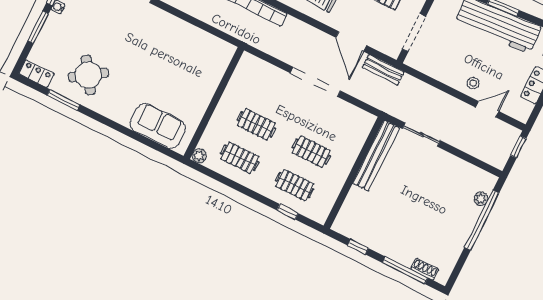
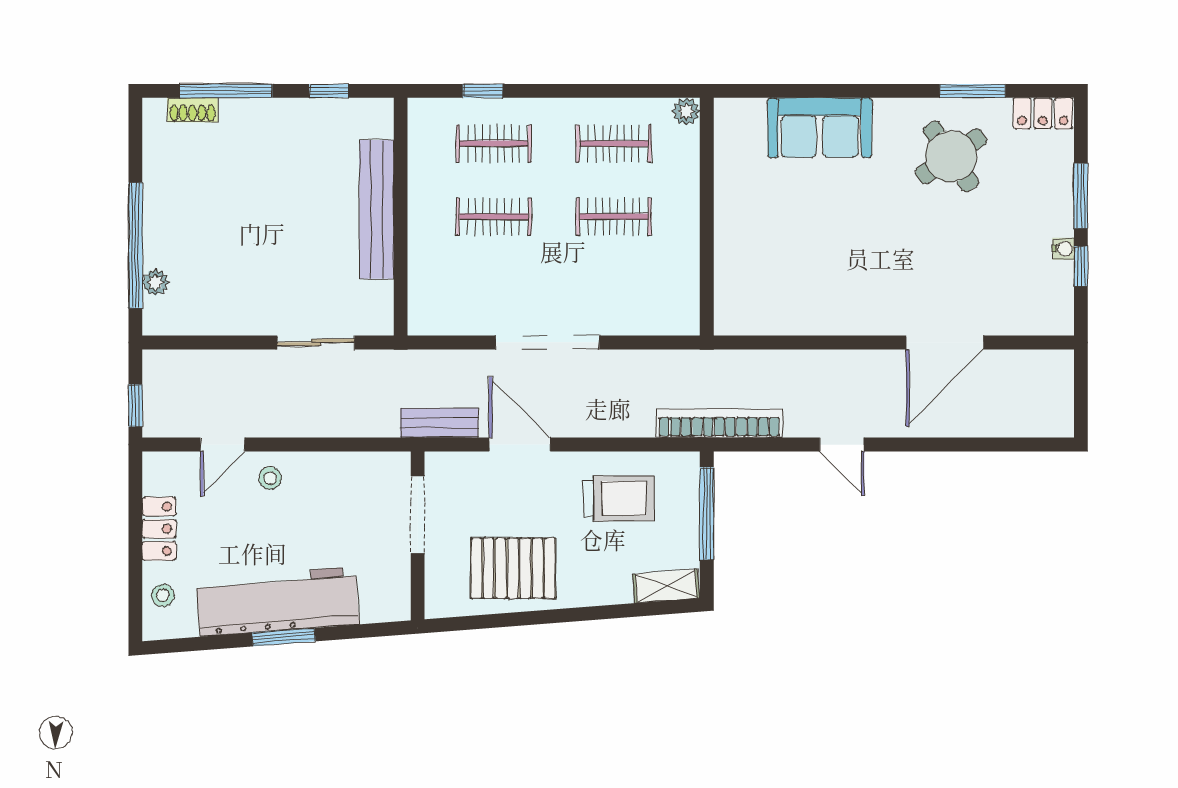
sofa: (158, 126) -> (820, 128), moved
bench: (376, 156) -> (377, 209), moved

